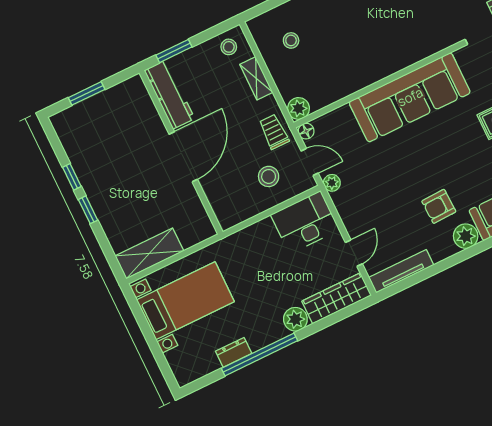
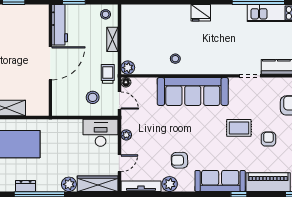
stool: (291, 40) -> (175, 59), moved
plant: (332, 183) -> (126, 135), moved
plant: (466, 236) -> (170, 184), moved

